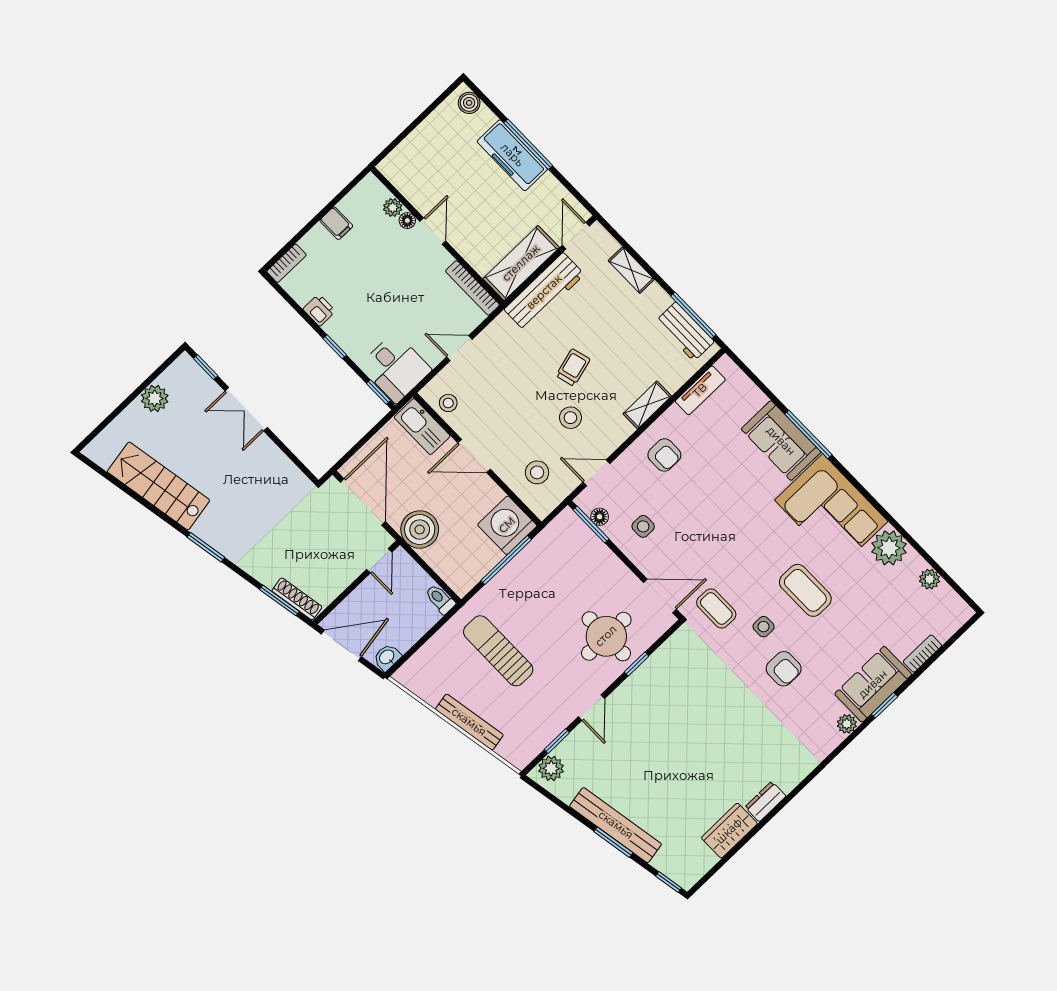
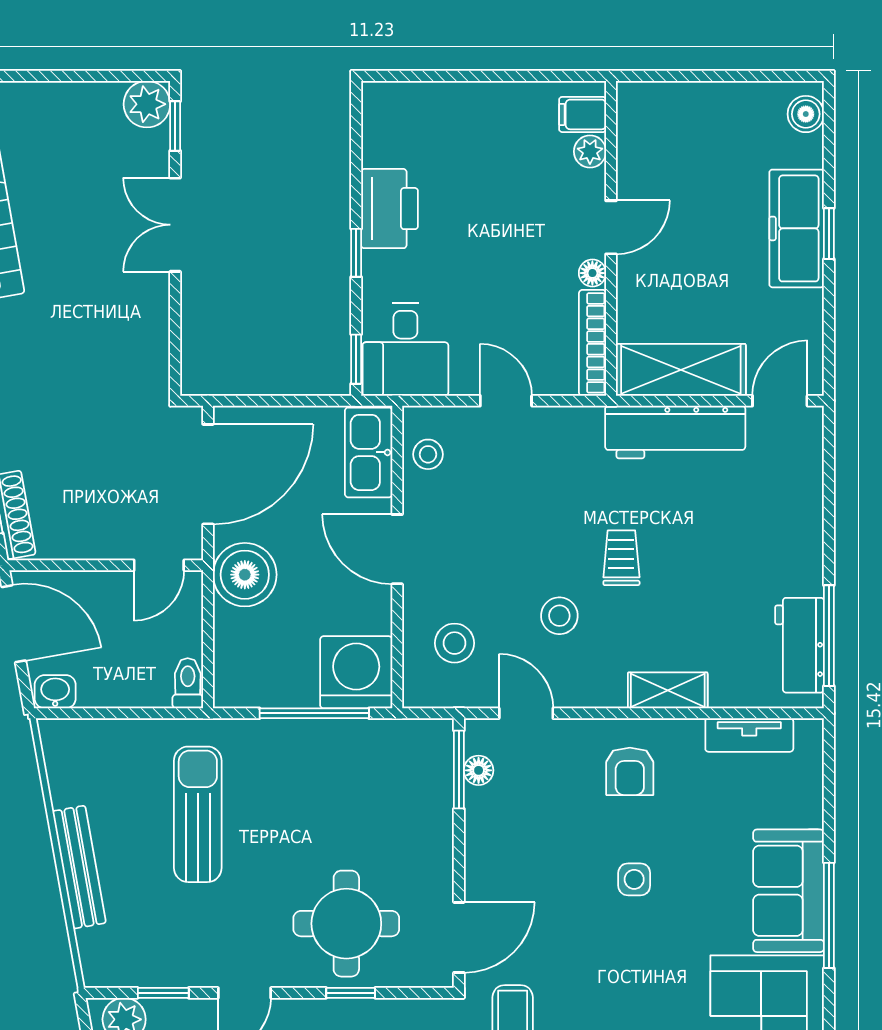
window: (528, 144) -> (829, 234), width x0.46
floor lamp: (407, 221) -> (592, 273), moved
filing cabinet: (336, 223) -> (583, 114), moved, turned 90
bookcase: (287, 263) -> (395, 95), removed
shelving: (631, 270) -> (807, 508), removed
printer: (319, 310) -> (389, 209), width x1.87, depth x1.48
trolley: (573, 367) -> (621, 558), turned -75
plant: (155, 398) -> (147, 104), moved
side table: (643, 526) -> (634, 879), moved
door: (660, 596) -> (459, 937), hinge flipped

